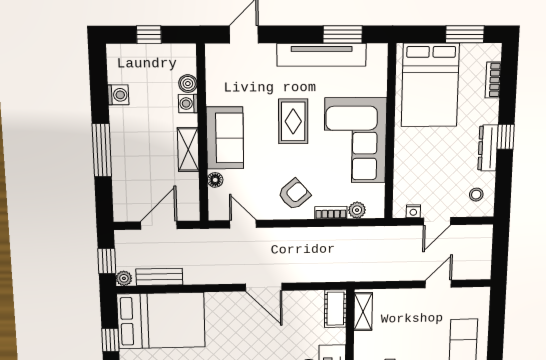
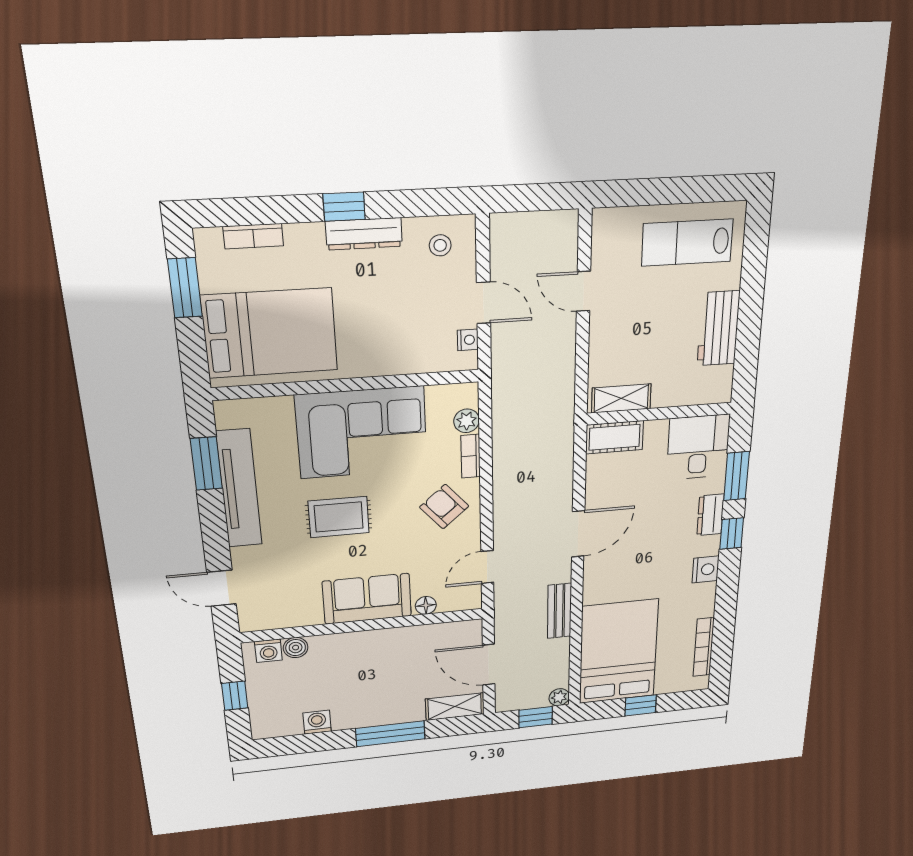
washing machine: (188, 104) -> (268, 651), moved
shelving: (188, 150) -> (455, 707), moved
bench: (159, 277) -> (559, 611), moved

